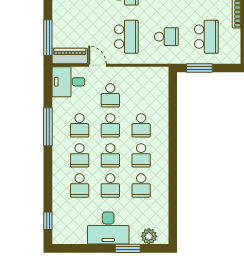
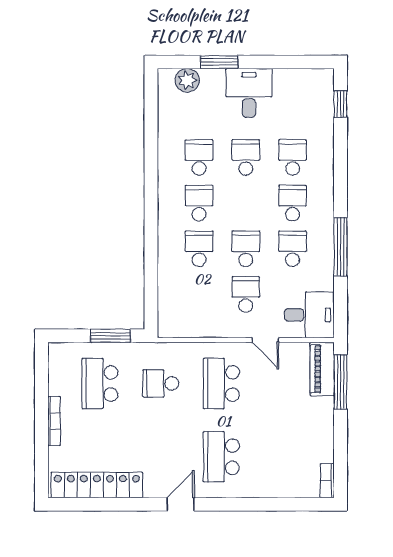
piano: (70, 56) -> (322, 369), moved, turned 90
school desk: (110, 155) -> (246, 203), removed
desk: (108, 228) -> (249, 93), width x0.73

